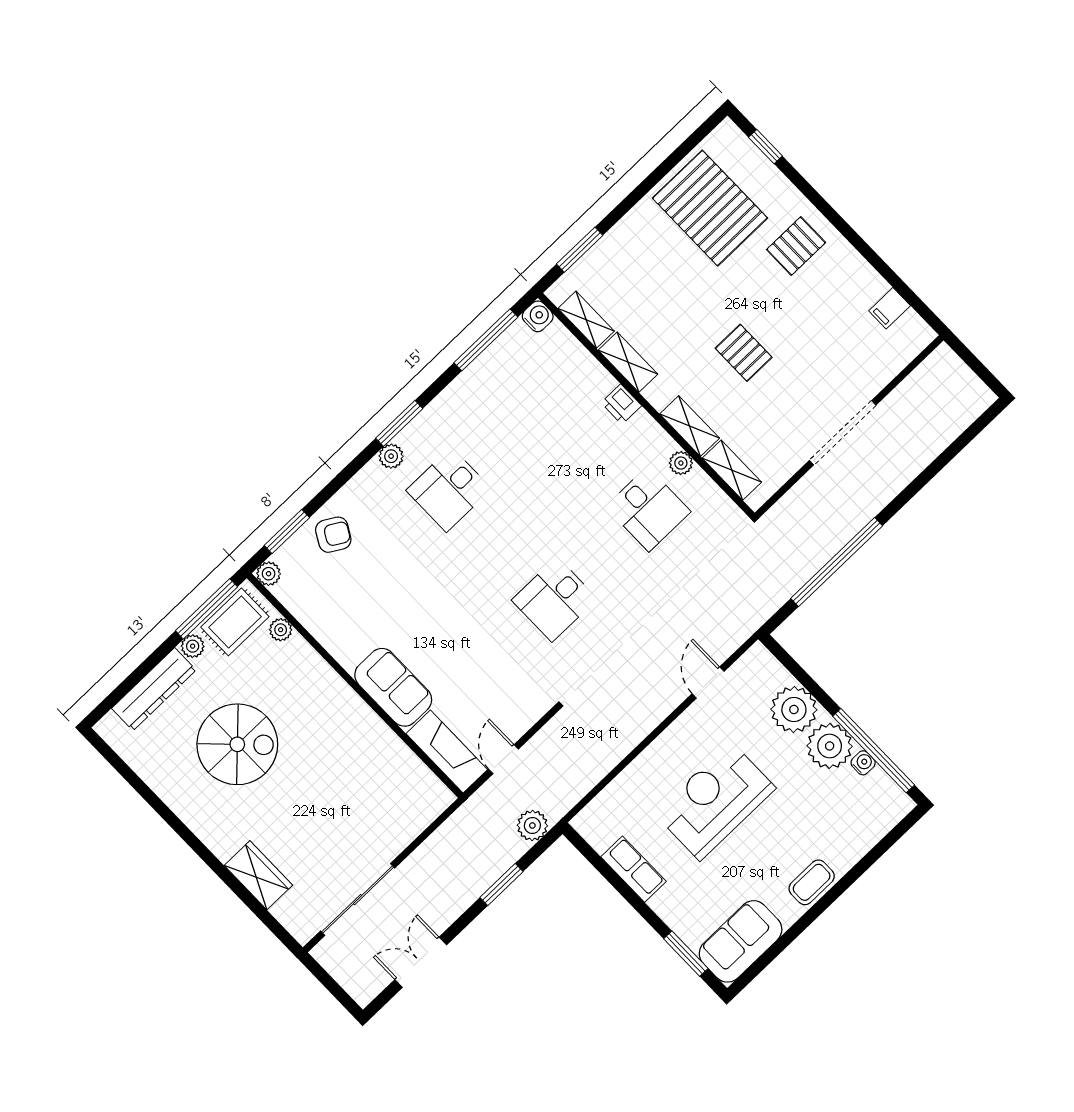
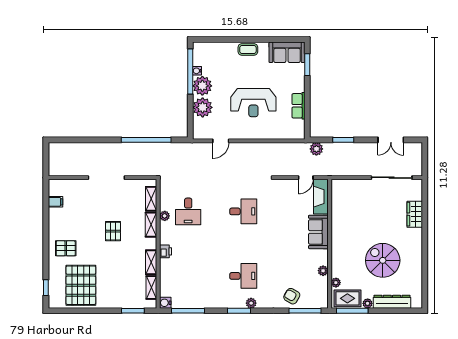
desk: (648, 509) -> (188, 211), turned 180
window: (287, 531) -> (305, 311), width x1.44
plant: (269, 574) -> (323, 271), moved

